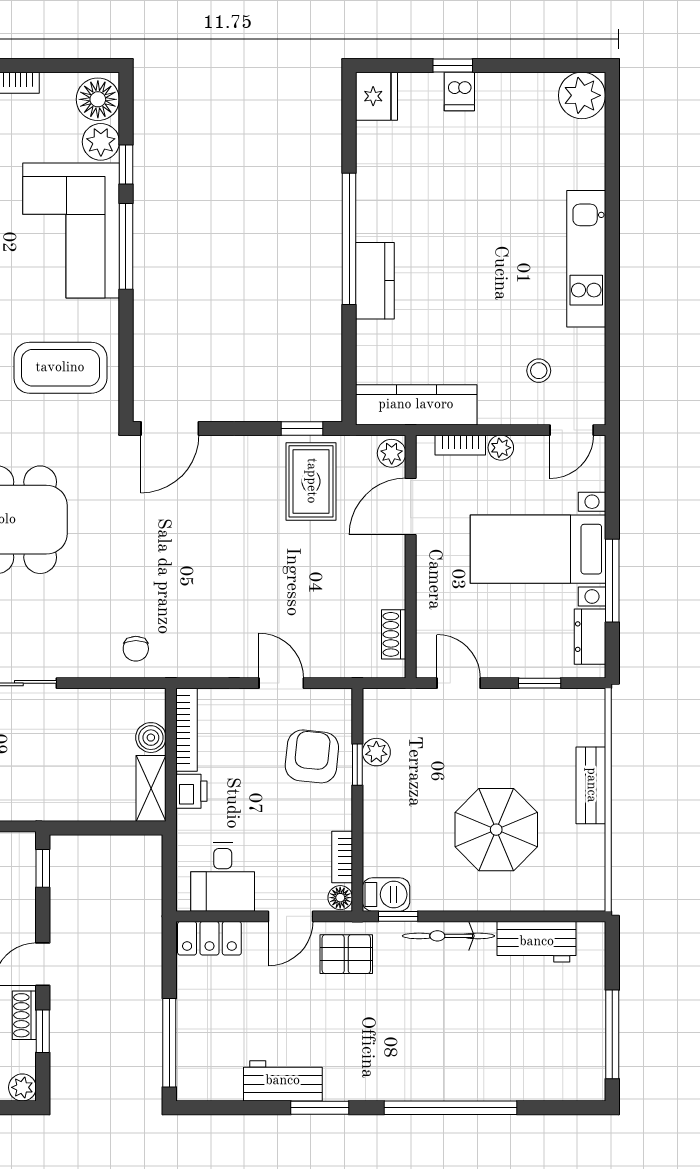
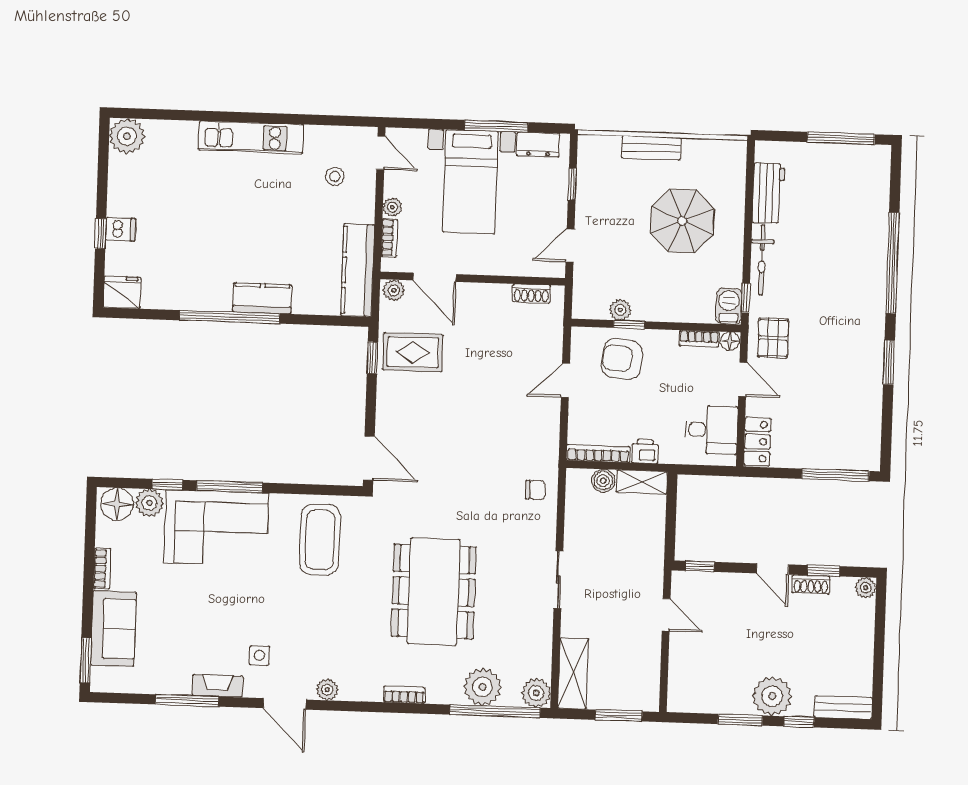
workbench: (283, 1081) -> (868, 390), removed

